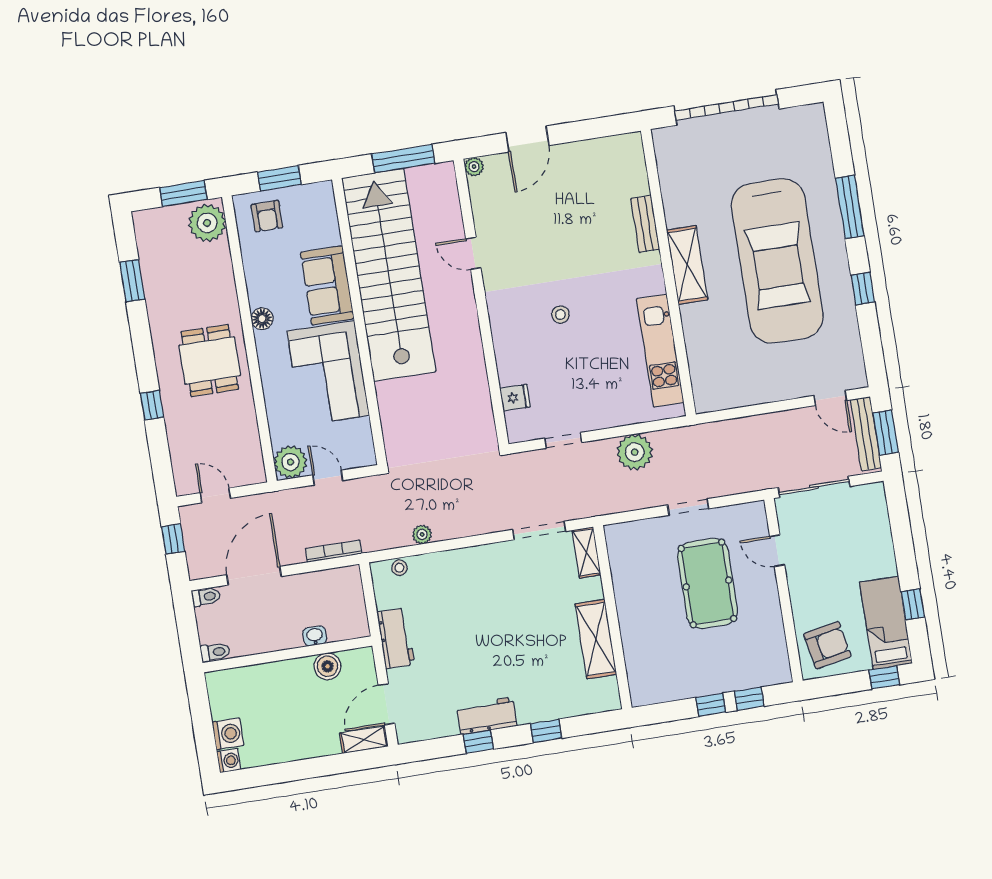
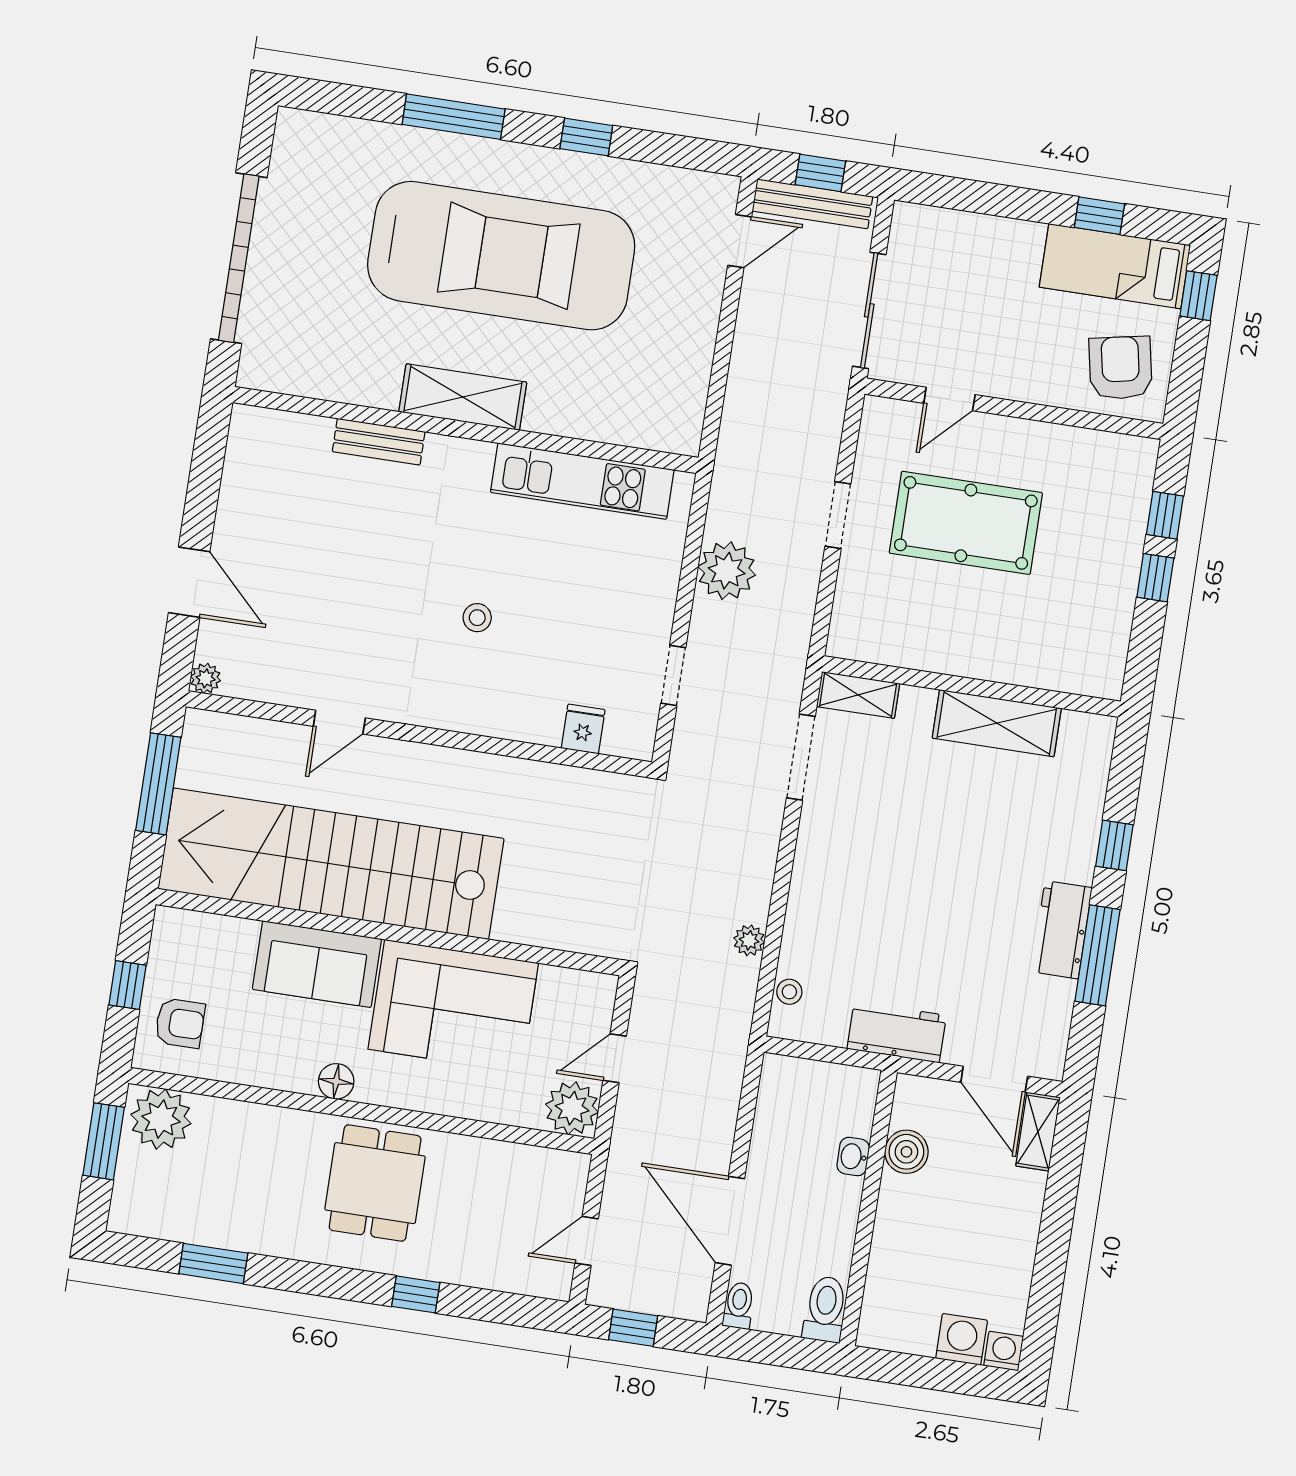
window: (279, 178) -> (127, 985), width x0.67
dining table: (210, 360) -> (375, 1183), turned 90
window: (886, 433) -> (820, 173), width x0.67
bookcase: (334, 551) -> (731, 1085), removed
toilet: (215, 652) -> (825, 1309), width x1.37, depth x1.39
window: (478, 742) -> (1098, 955), width x2.17

